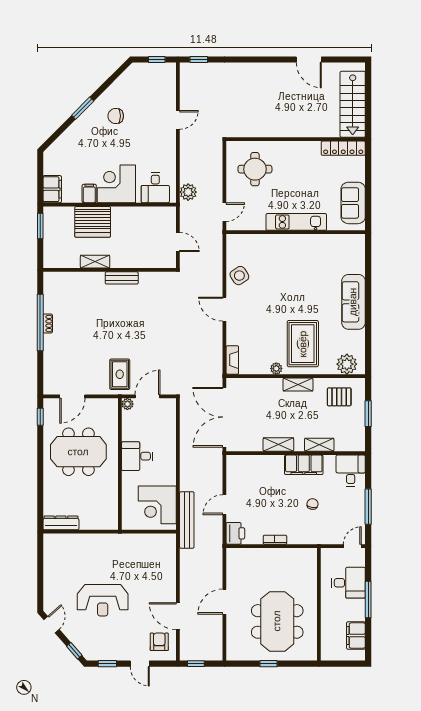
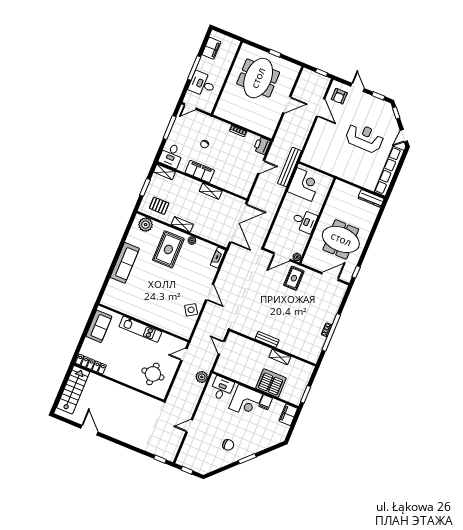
shelving: (319, 445) -> (164, 172), moved
row of seats: (52, 569) -> (389, 171), added

